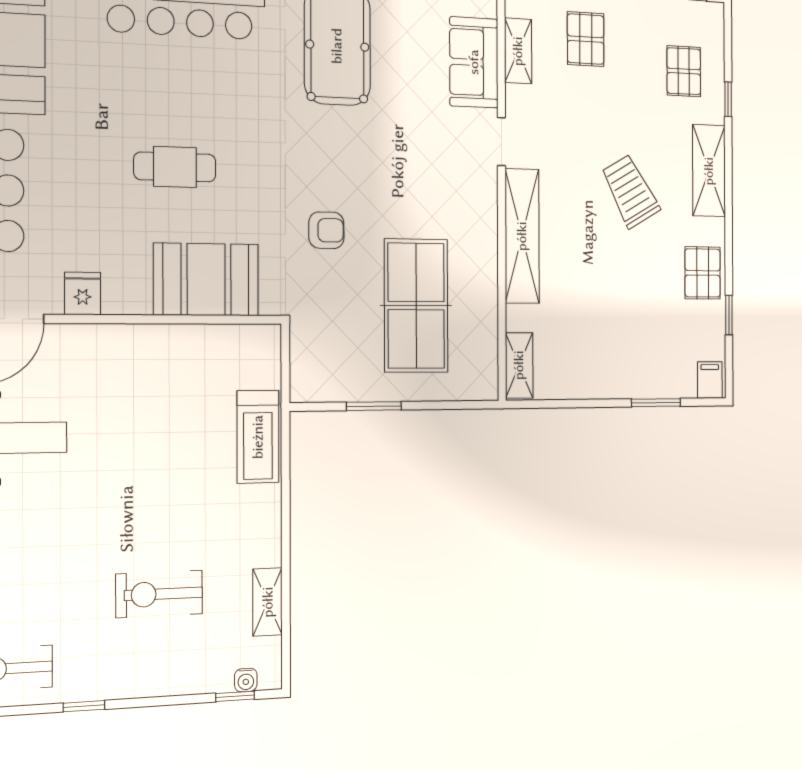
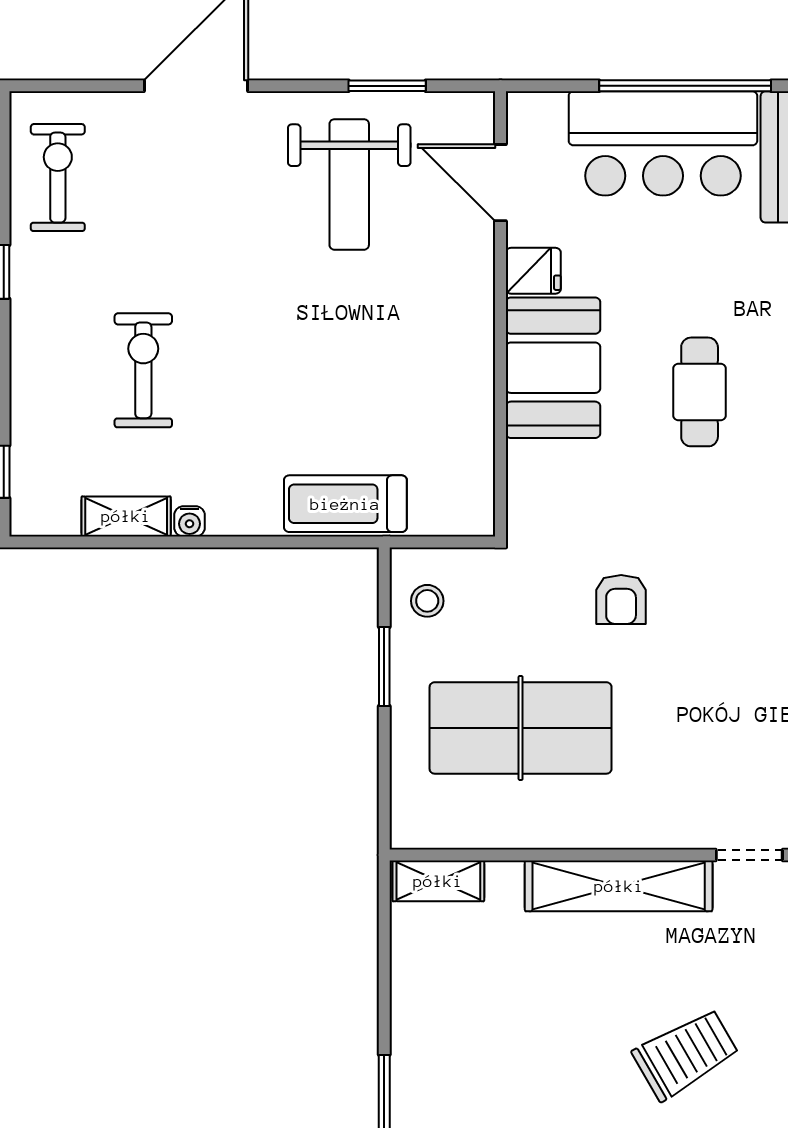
booth: (206, 279) -> (553, 368), moved
stool: (328, 375) -> (427, 601), added
water cooler: (246, 680) -> (190, 521), moved, turned -90

